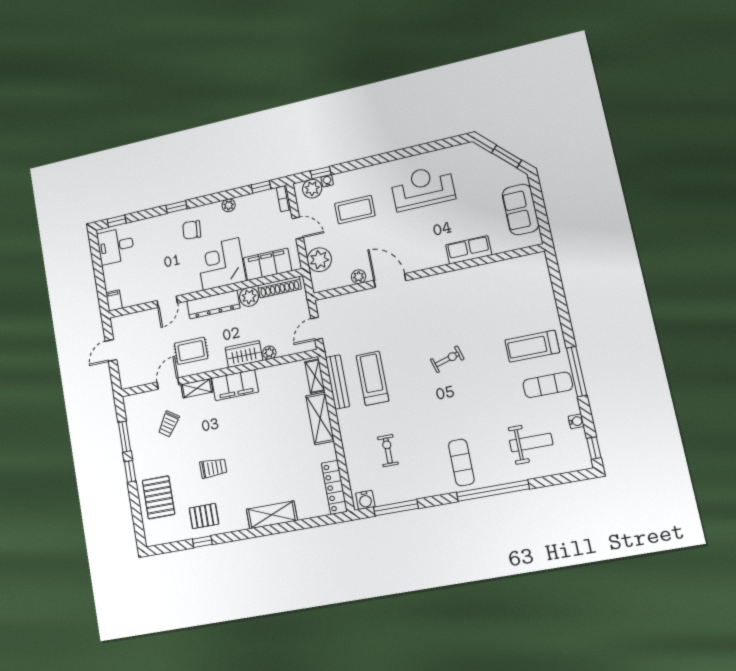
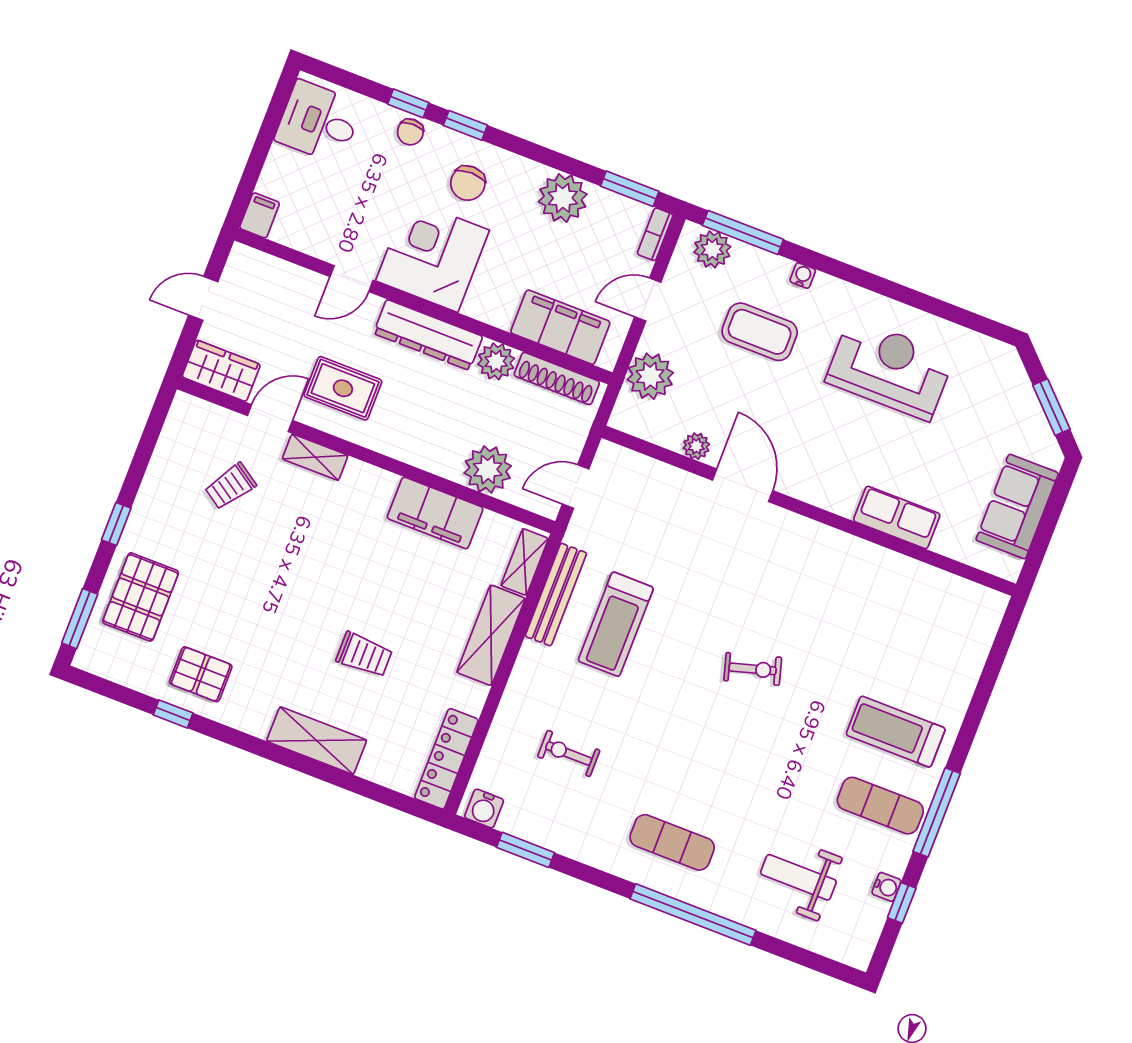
window: (321, 173) -> (743, 232), width x2.17
water cooler: (327, 181) -> (803, 276), moved
window: (261, 187) -> (630, 189), width x1.50
plant: (229, 205) -> (563, 198), width x1.87, depth x1.87
window: (117, 221) -> (408, 103), moved
chair: (155, 225) -> (410, 132), added
door: (298, 228) -> (648, 300), swing flipped
chair: (192, 230) -> (468, 183), turned -95
corner desk: (221, 264) -> (432, 255), moved
plant: (269, 353) -> (488, 470), width x1.88, depth x1.88
wardrobe: (244, 354) -> (221, 371), moved
treadmill: (372, 378) -> (616, 624), turned 180
filing cabinet: (235, 385) -> (435, 513), moved
window: (125, 437) -> (80, 619), moved
weight bench: (531, 443) -> (798, 877), turned 180
window: (594, 448) -> (902, 903), moved
exercise bike: (388, 450) -> (569, 753), turned -90
exercise mat: (461, 462) -> (672, 842), turned 90
trolley: (213, 468) -> (364, 655), moved
window: (396, 508) -> (526, 850), width x0.69

